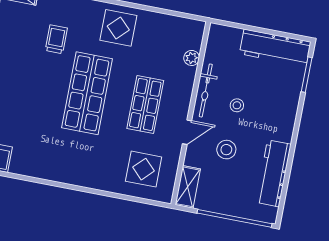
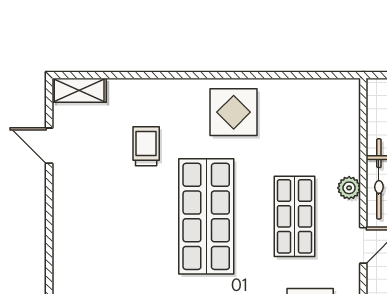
plant: (192, 58) -> (349, 188), moved

